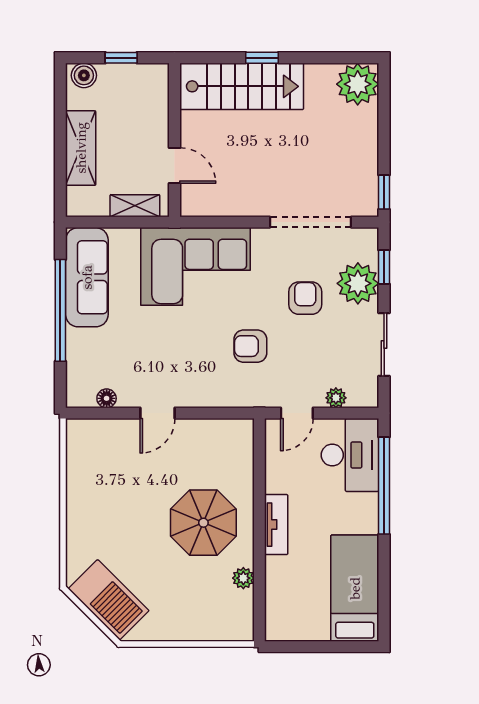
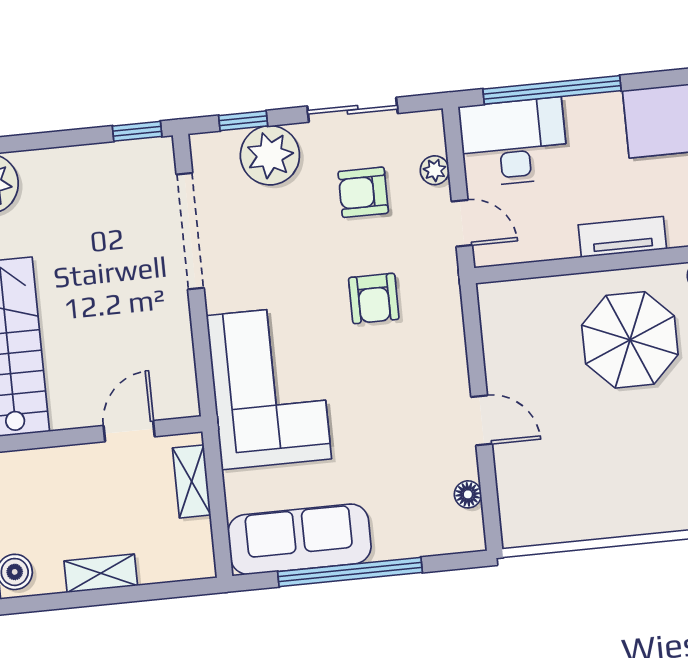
shelving: (81, 148) -> (101, 573), width x0.67, depth x0.75
armchair: (305, 298) -> (363, 192), moved

